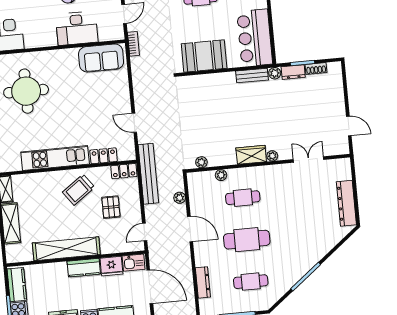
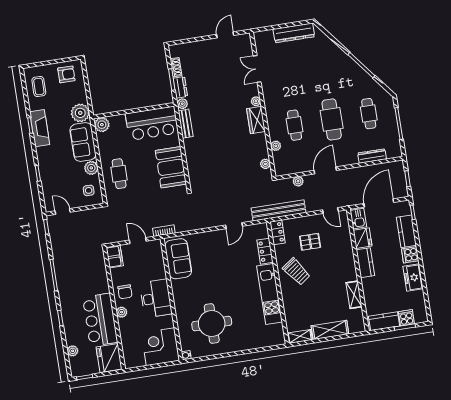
desk: (77, 28) -> (156, 298), moved
shelving: (66, 249) -> (354, 295), width x0.45, depth x0.75

